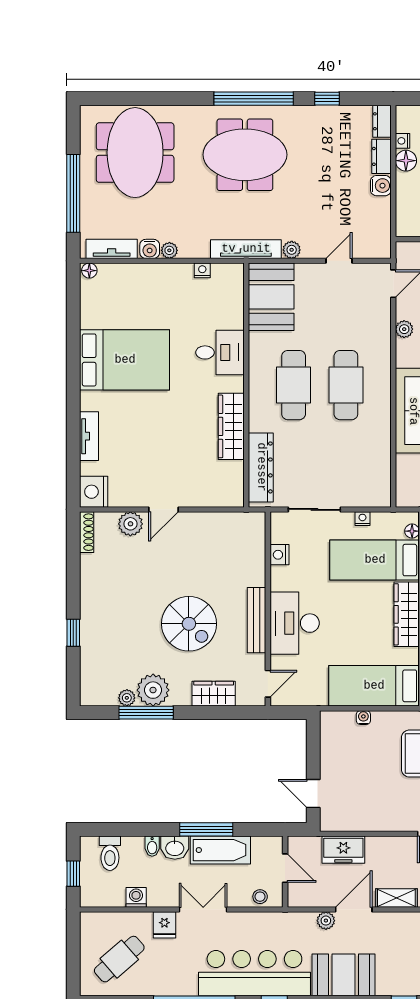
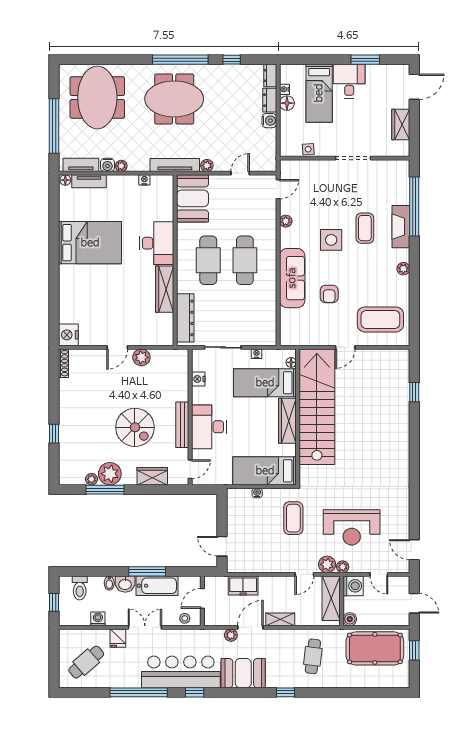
desk: (220, 352) -> (157, 243), width x1.37
tv unit: (89, 436) -> (89, 181), moved, turned 90
plant: (130, 524) -> (141, 357), moved
door: (285, 868) -> (202, 598), swing flipped

